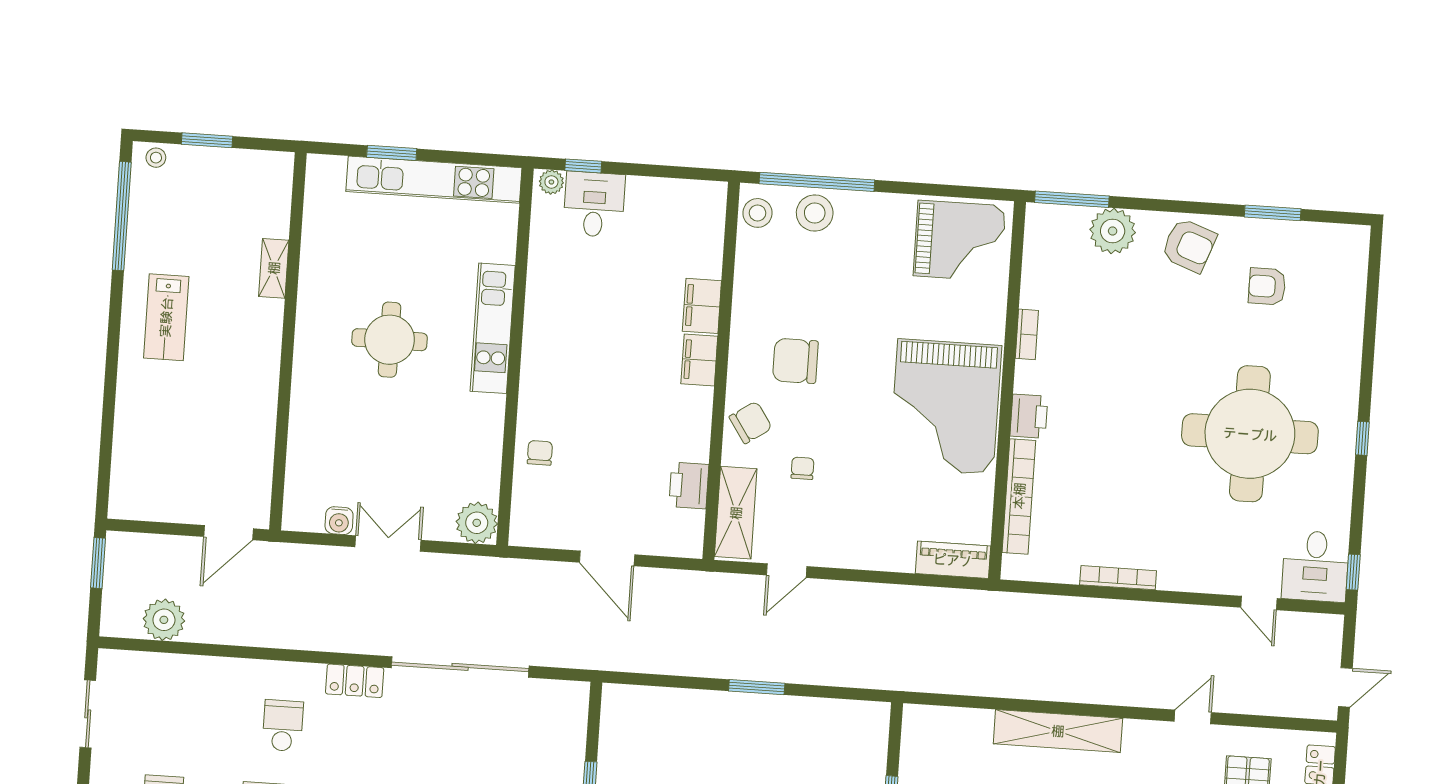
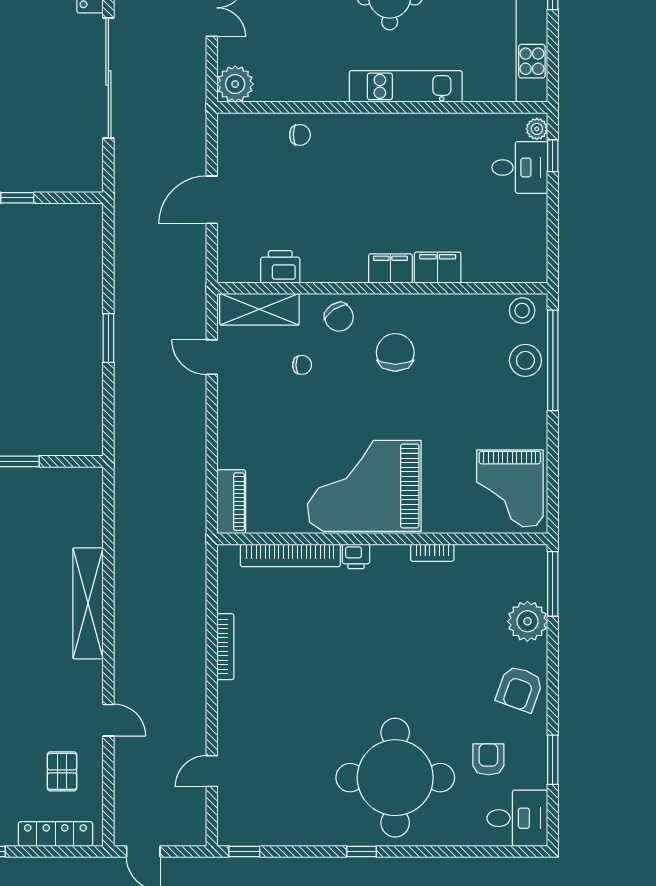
printer: (1029, 416) -> (356, 556), width x0.73, depth x0.81
round table: (1250, 434) -> (395, 778), moved
desk: (1315, 566) -> (517, 818), moved, turned 180

